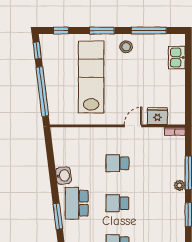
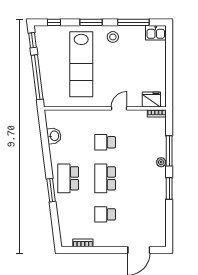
kitchen sink: (177, 58) -> (156, 33), moved, turned -90
lab bench: (91, 77) -> (81, 64), turned 180
fridge: (157, 116) -> (151, 100), moved
washbasin: (63, 176) -> (54, 136), moved
school desk: (117, 203) -> (105, 178), width x1.85

